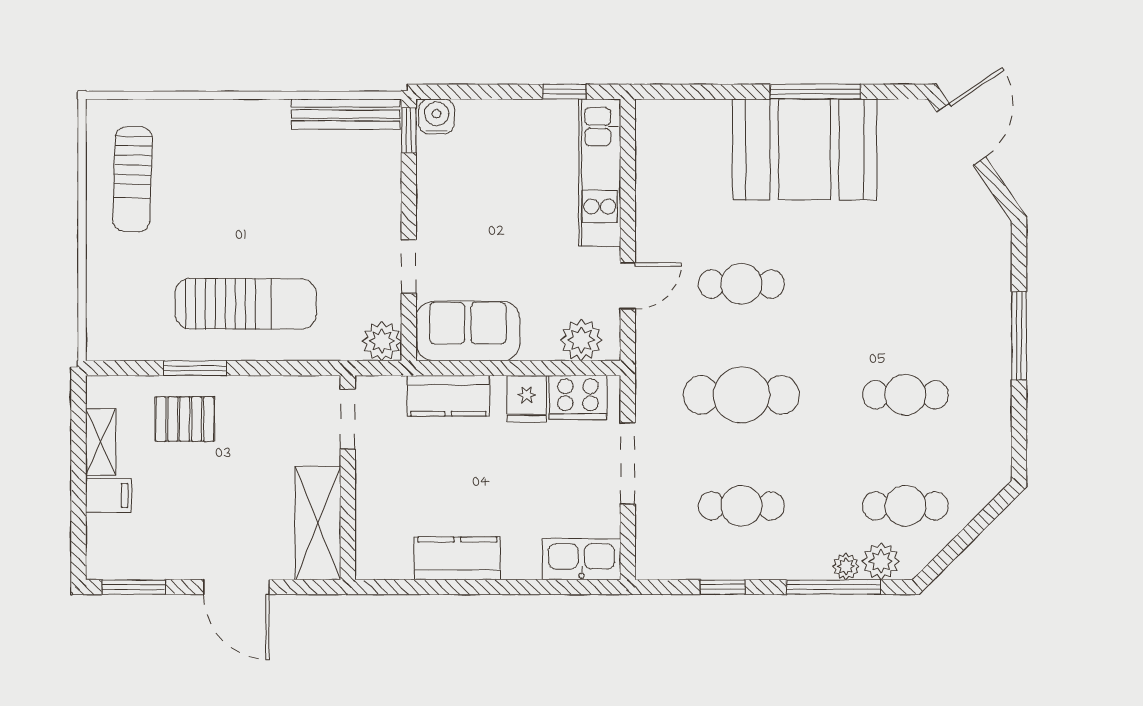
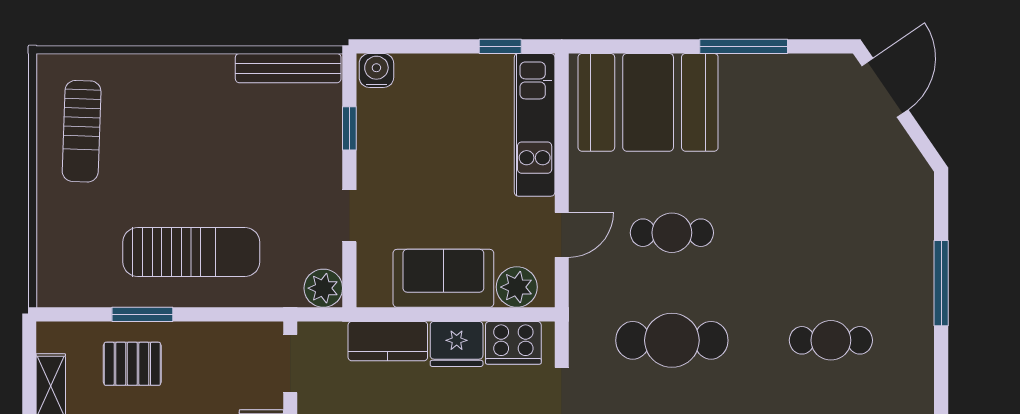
window: (409, 130) -> (349, 128), moved
booth: (805, 149) -> (648, 102), moved
sofa: (468, 331) -> (443, 278), moved
fridge: (527, 399) -> (457, 344), width x1.38

